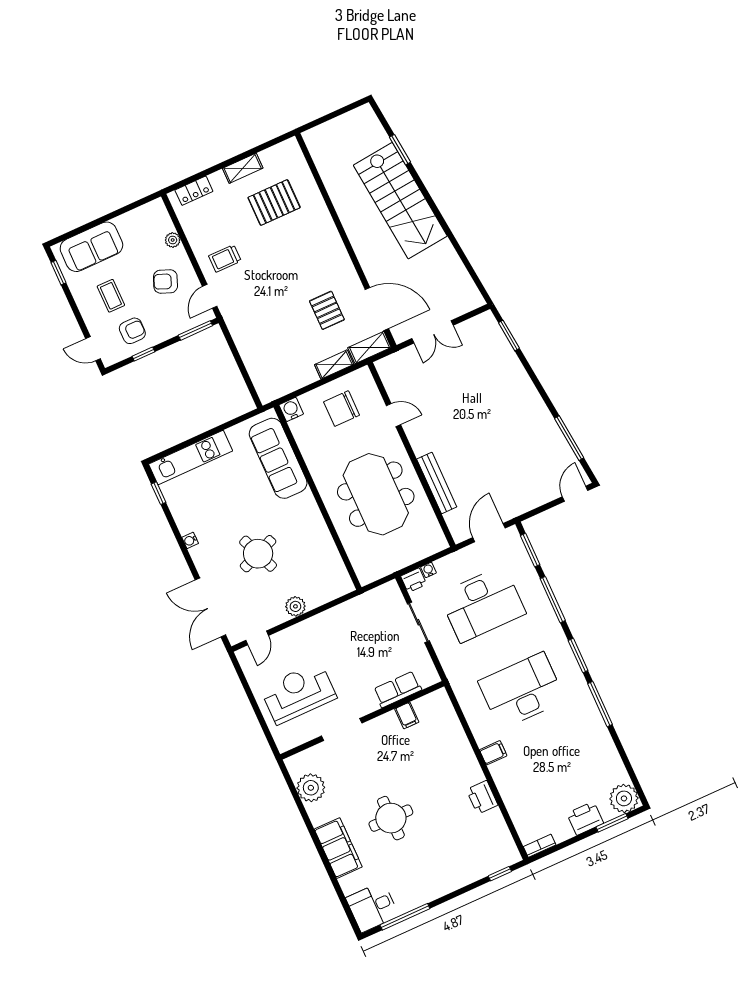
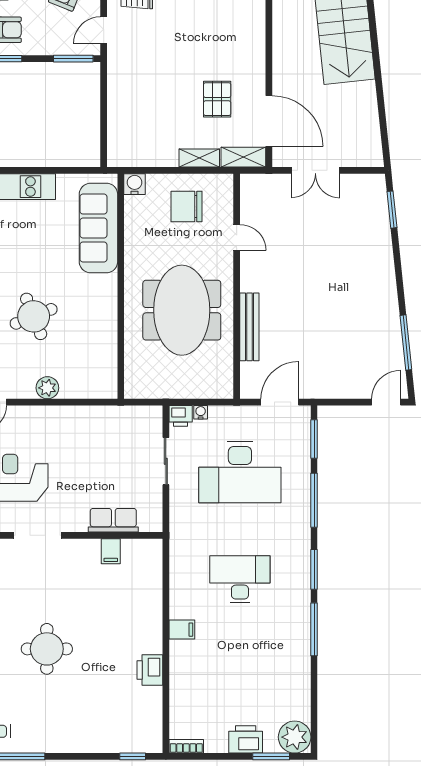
desk: (522, 691) -> (240, 579), width x0.73, depth x0.77

